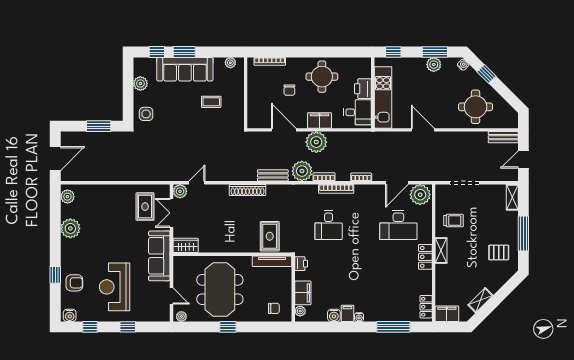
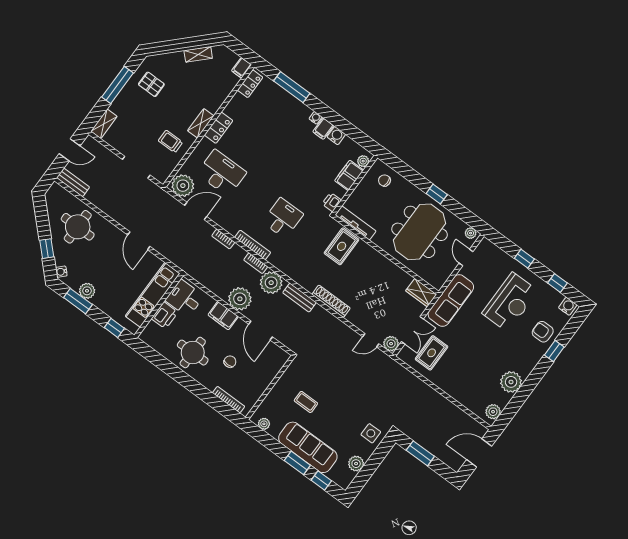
filing cabinet: (447, 314) -> (241, 68), width x0.50

